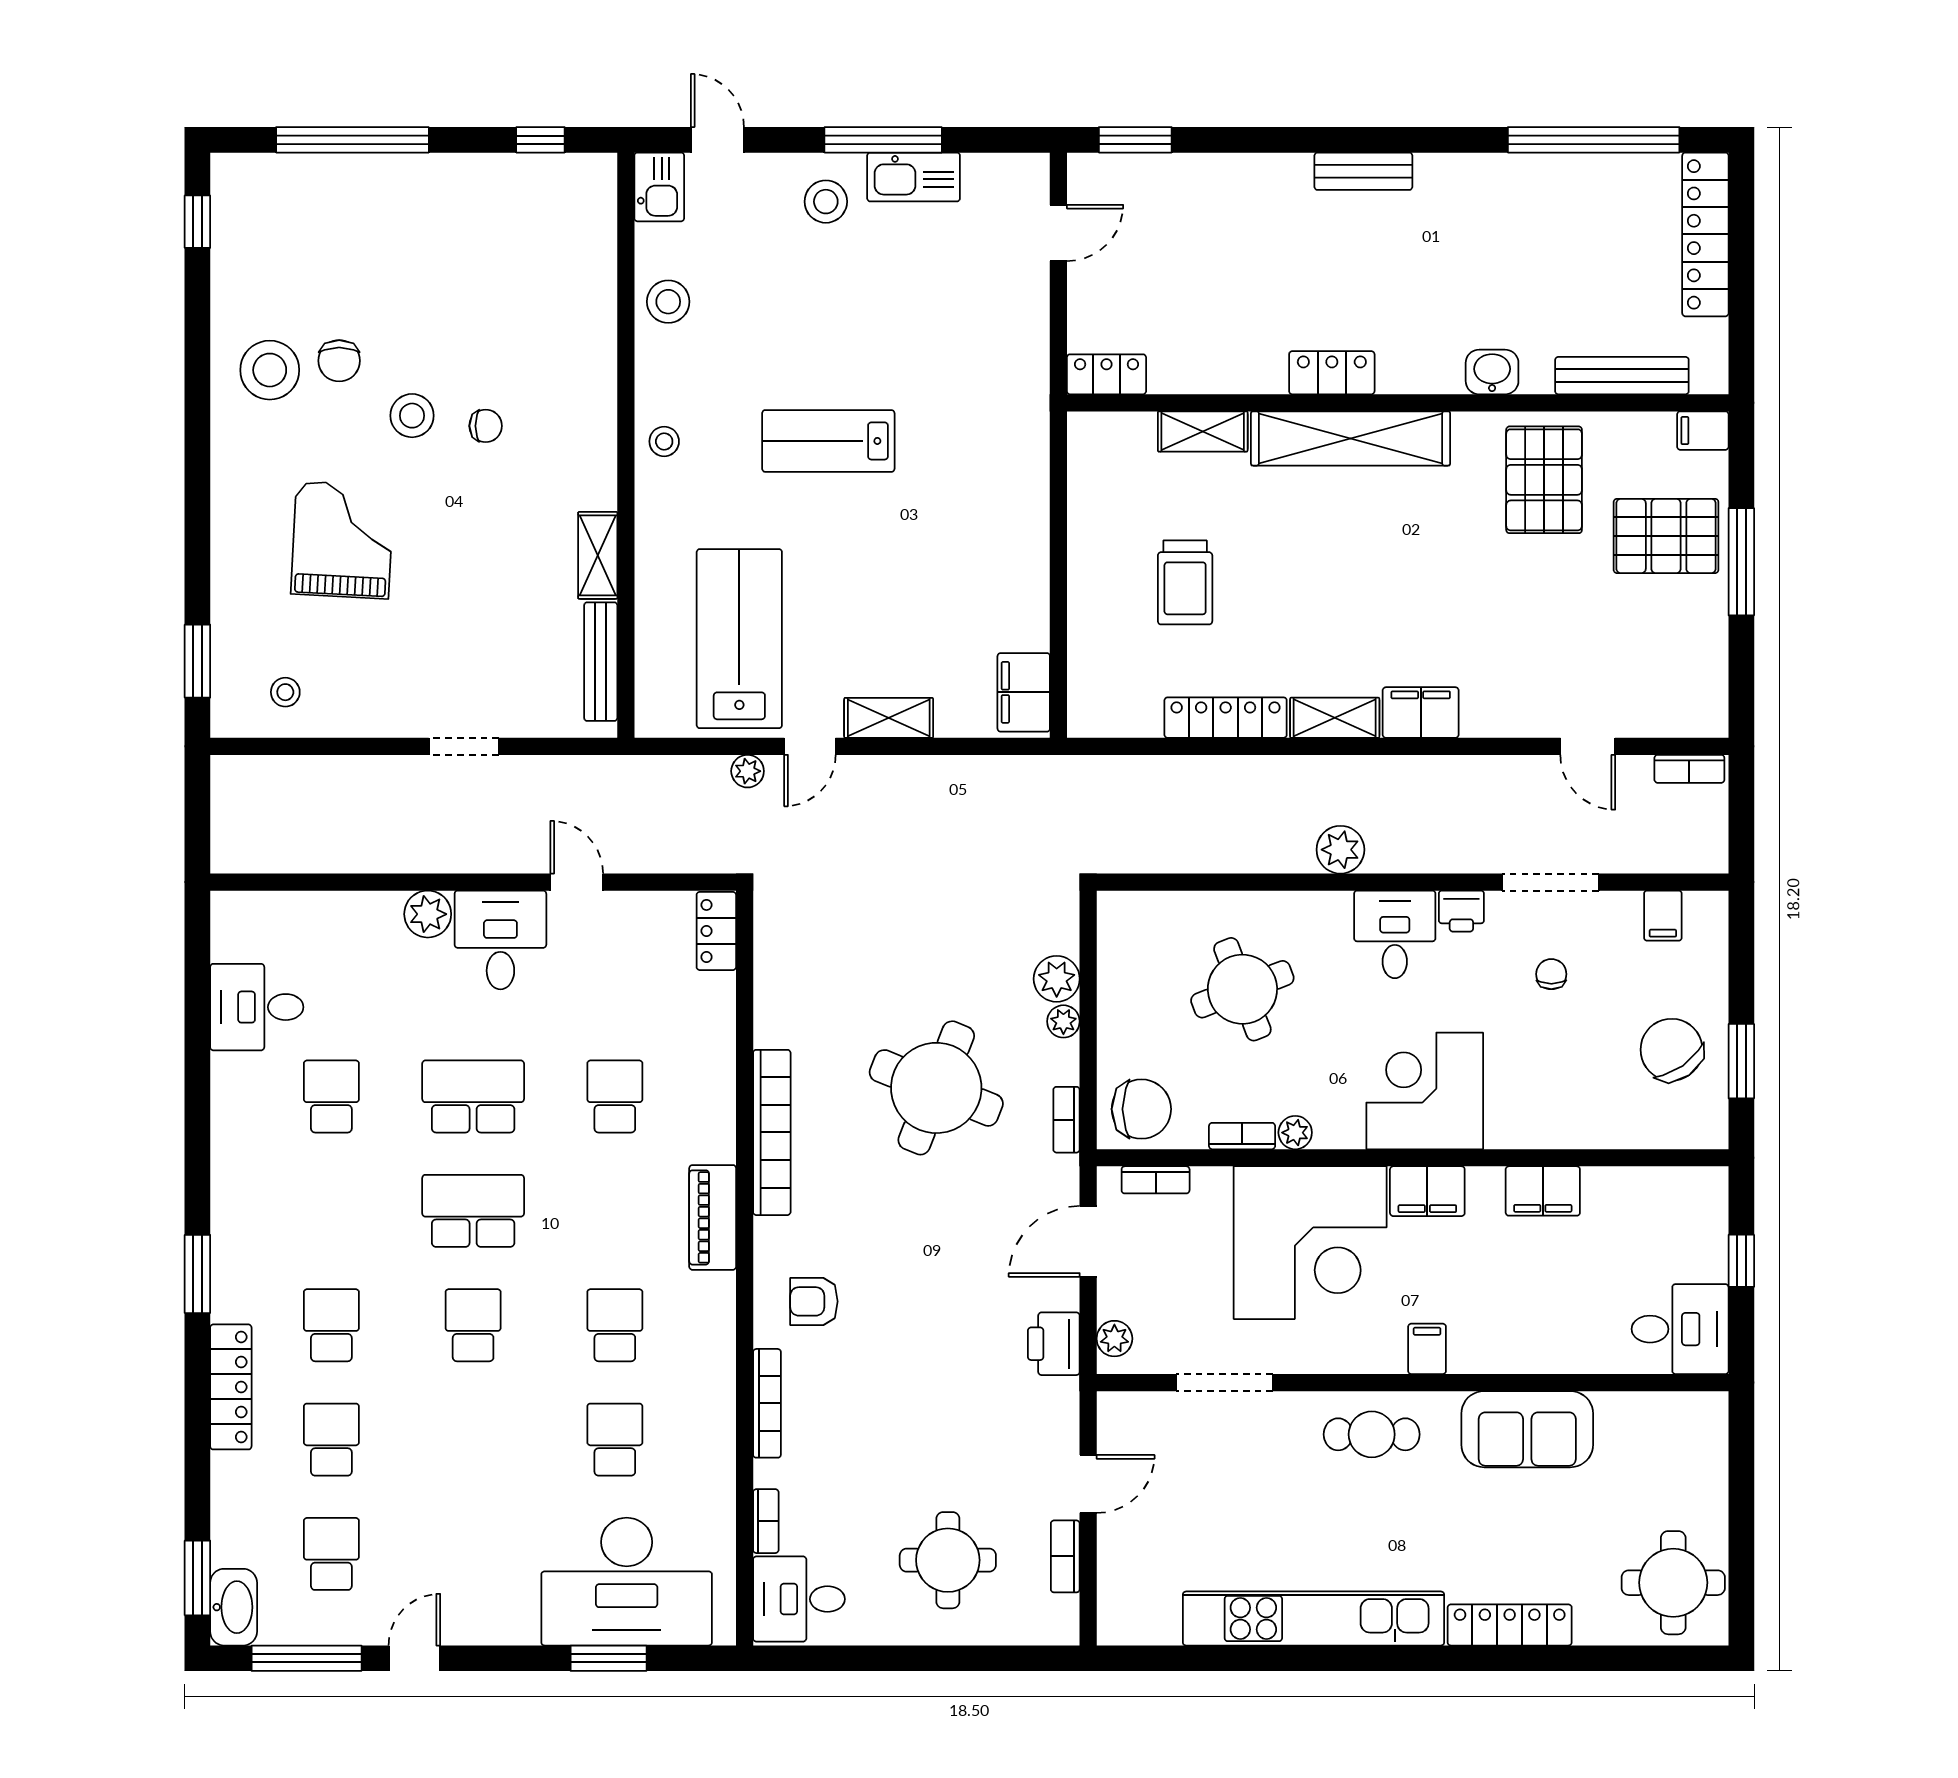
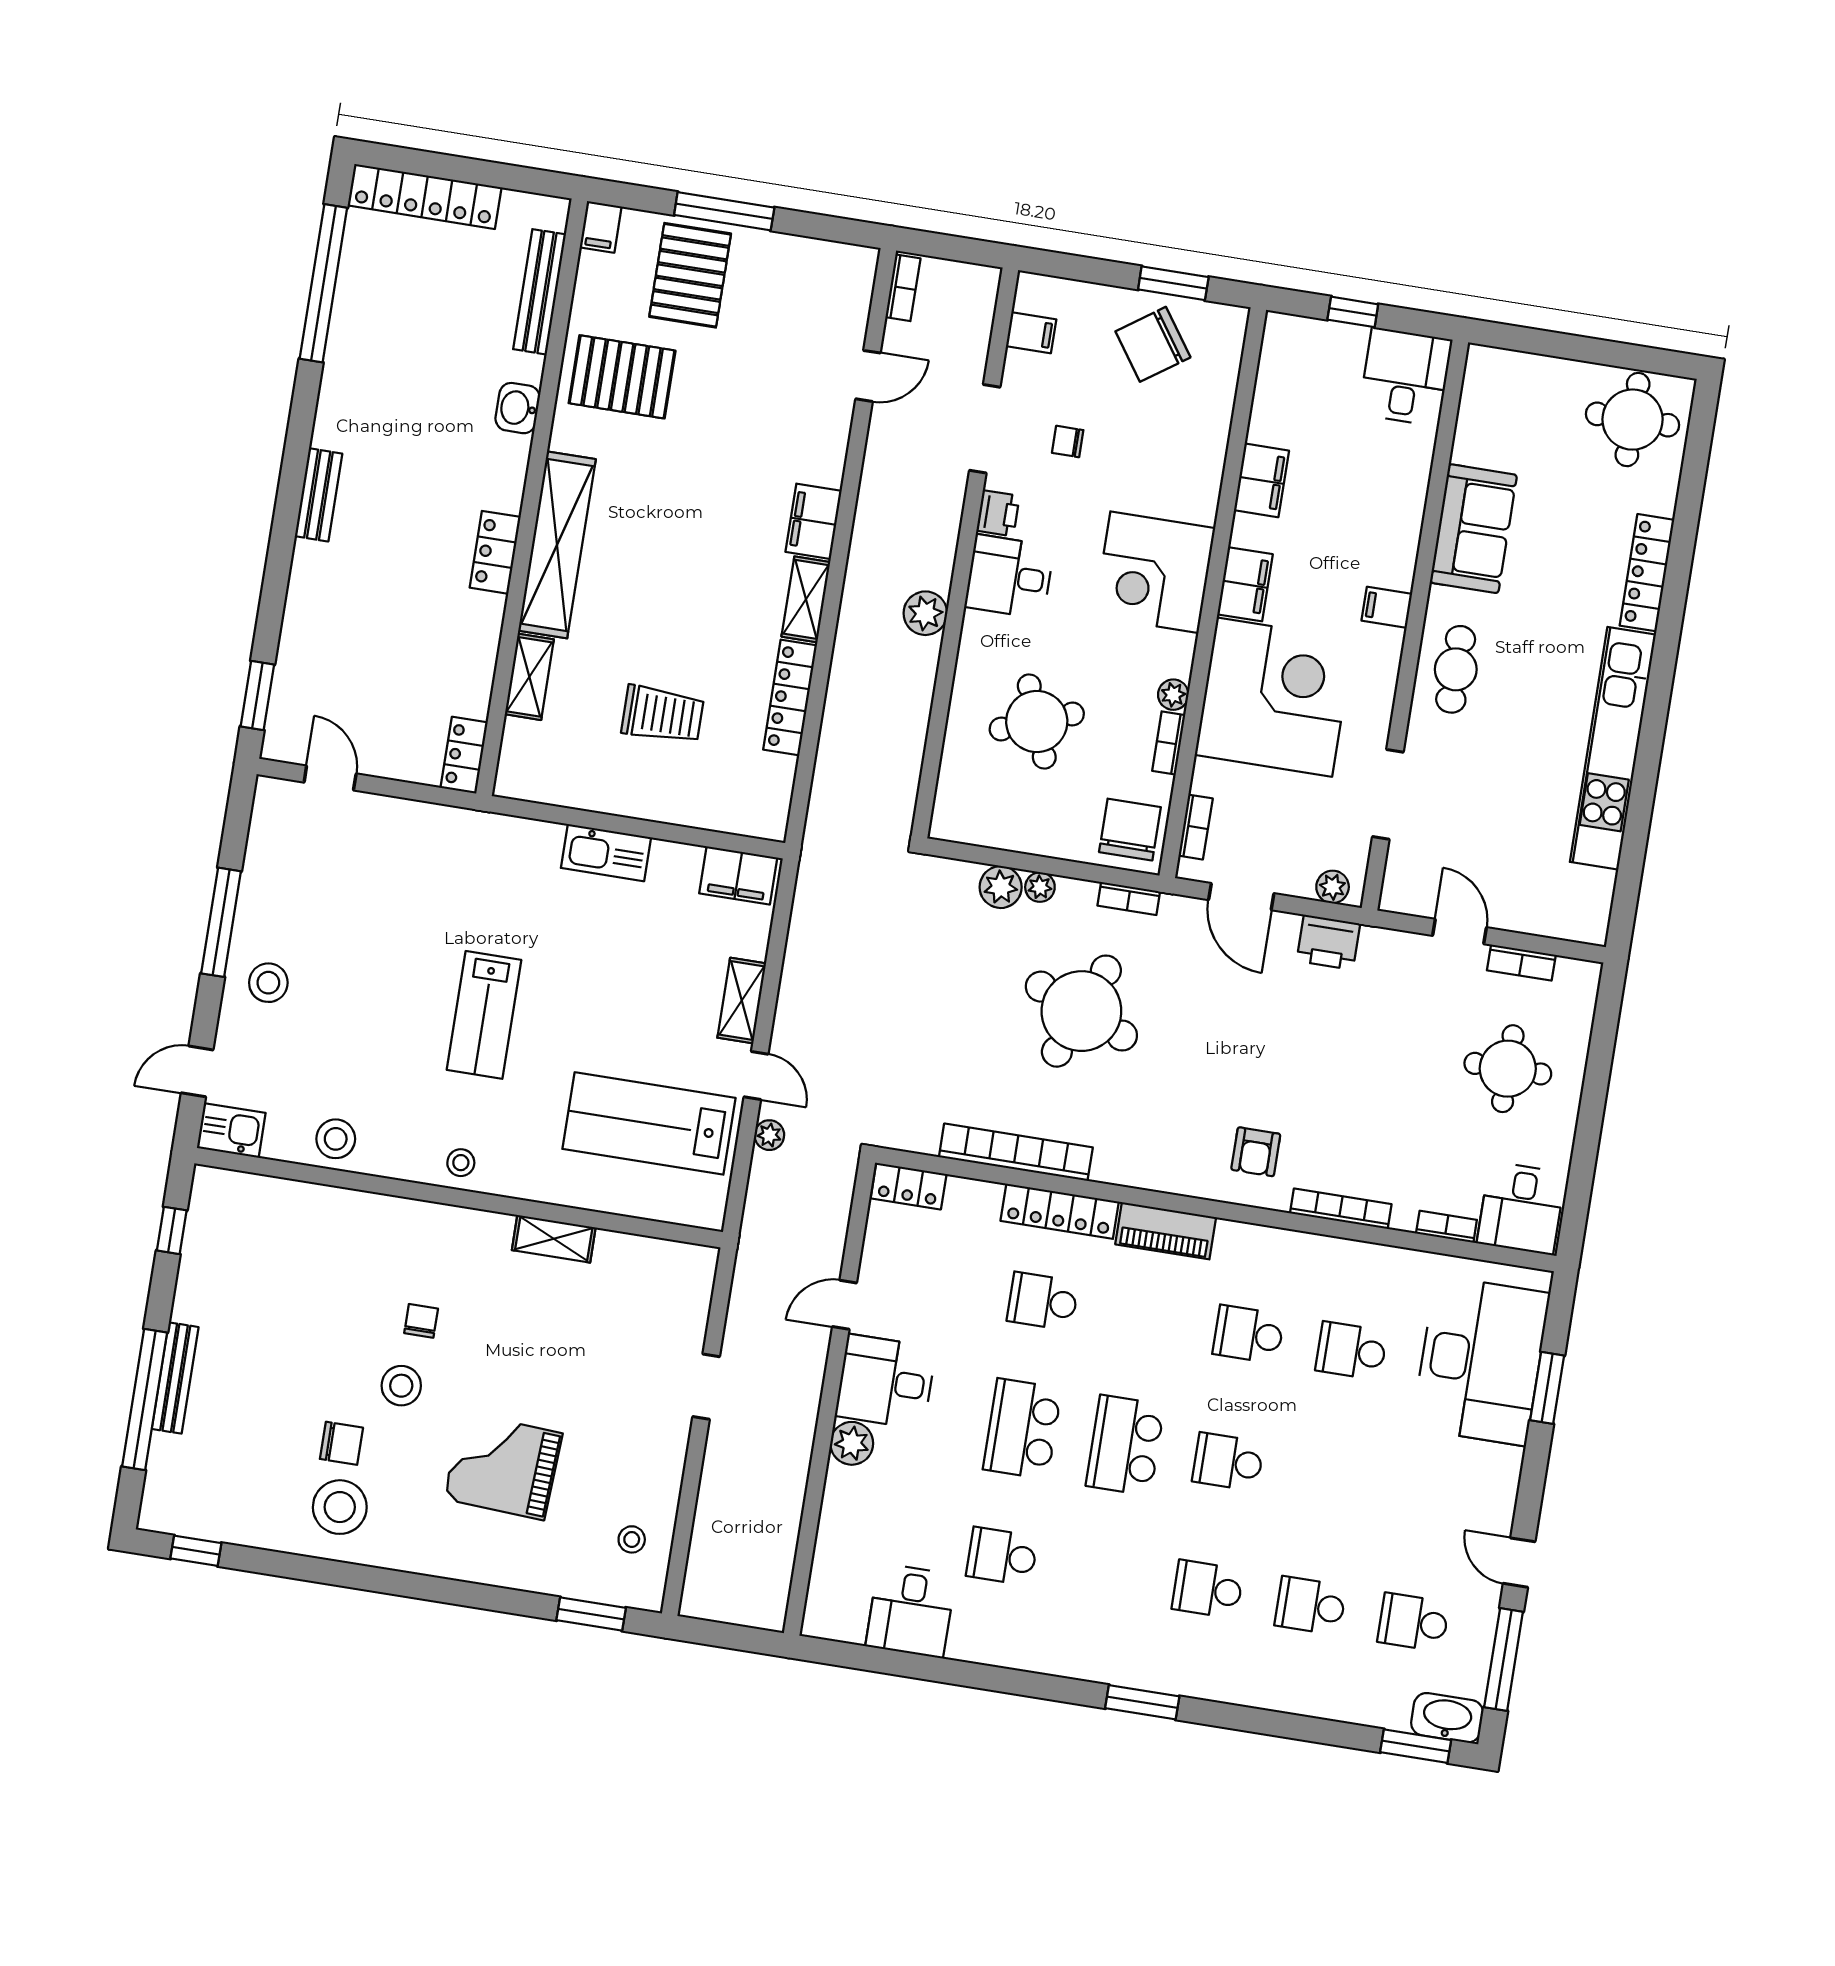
kitchen sink: (914, 177) -> (606, 853), moved, turned 90
bench: (601, 662) -> (175, 1378), moved, turned 90
bookcase: (772, 1132) -> (1016, 1152), moved
locker: (231, 1387) -> (1060, 1211), moved, turned 180

